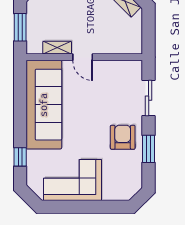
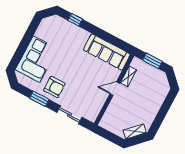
sofa: (44, 105) -> (107, 52), width x0.74, depth x0.79
corner sofa: (72, 180) -> (36, 59), moved

